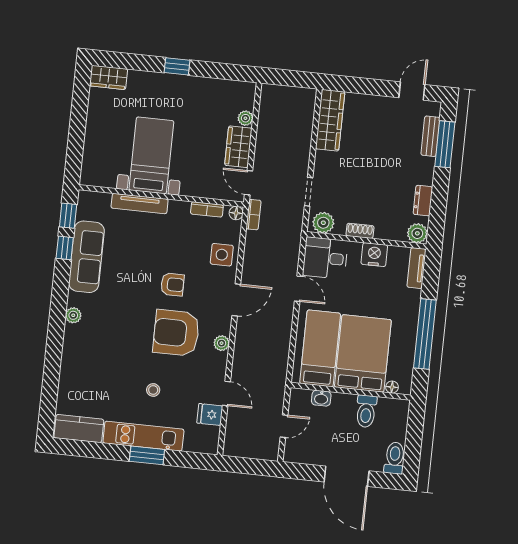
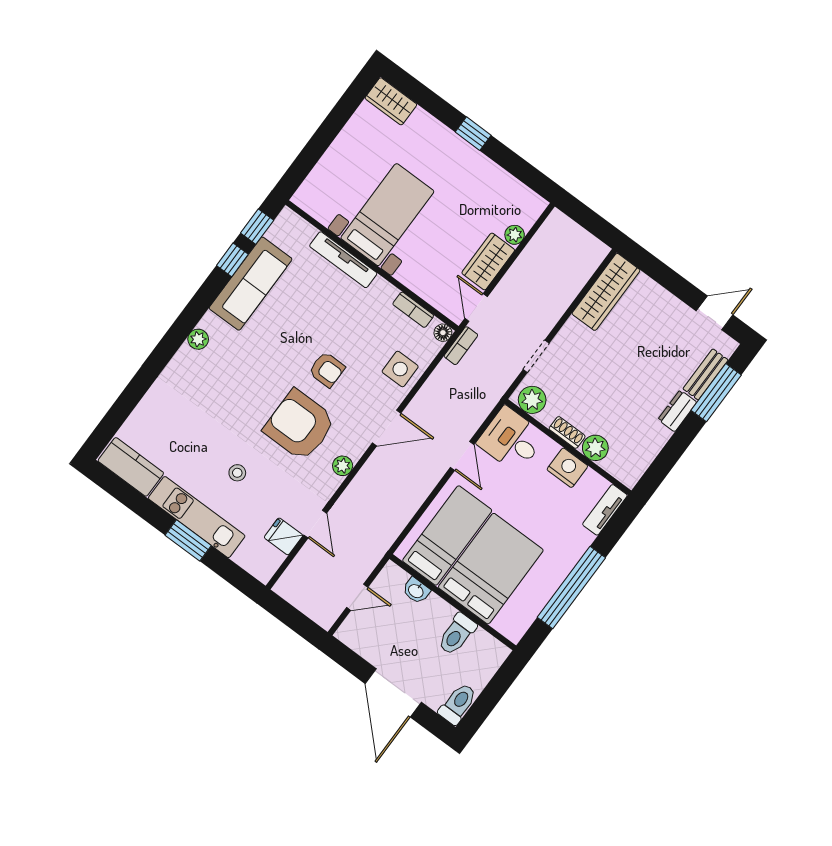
dresser: (423, 201) -> (677, 411), moved
plant: (417, 233) -> (595, 448), moved
floor lamp: (392, 387) -> (501, 624), removed

